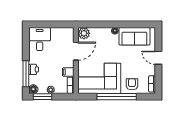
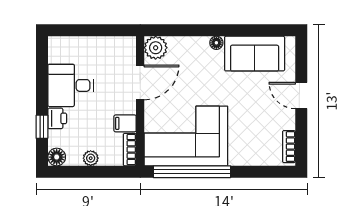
desk: (40, 39) -> (71, 85), moved, turned -90
window: (26, 74) -> (42, 127), width x0.46
armchair: (132, 84) -> (250, 147), removed
window: (43, 97) -> (75, 172), removed
window: (117, 97) -> (192, 172), moved

